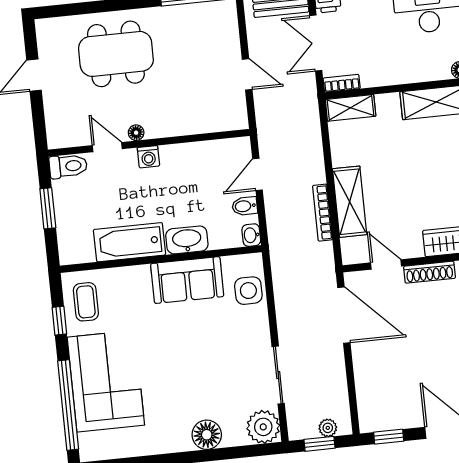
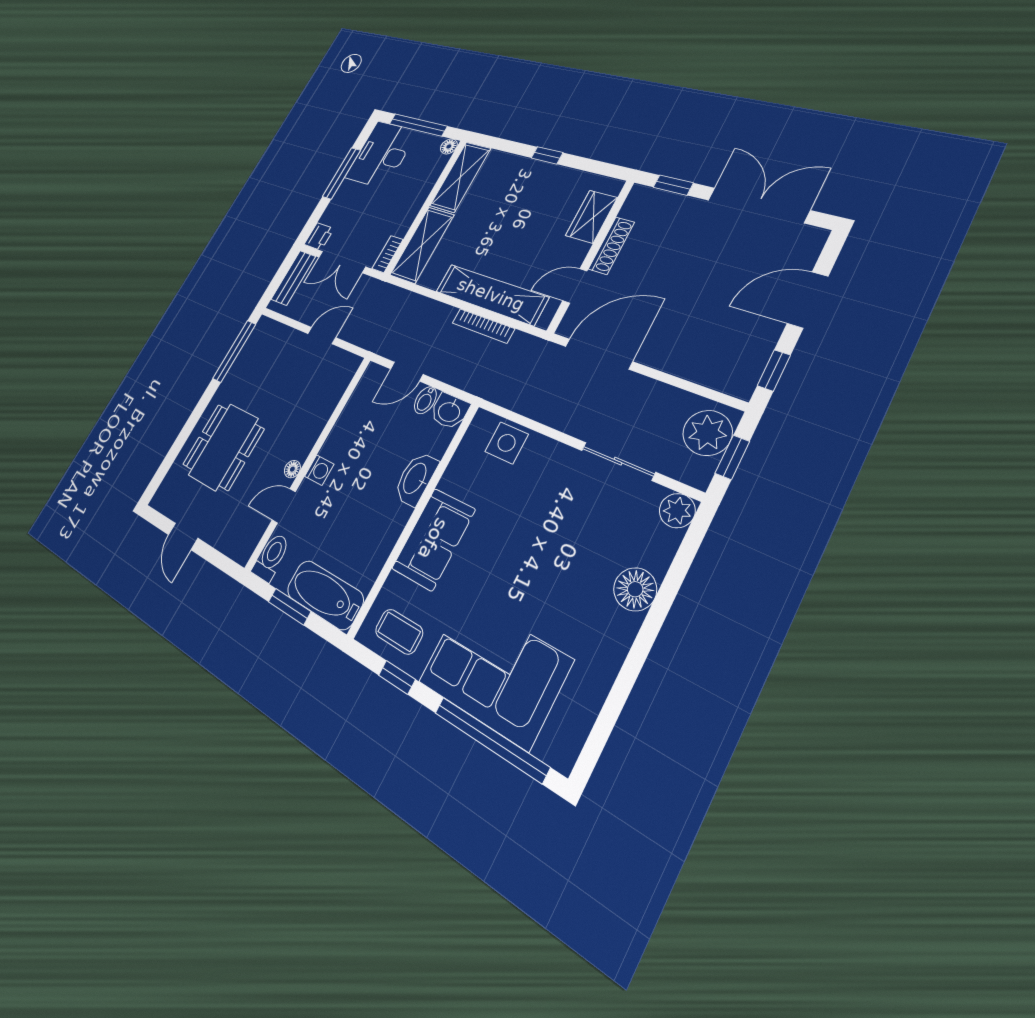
shelving: (351, 108) -> (422, 245), width x1.50, depth x1.33
door: (257, 174) -> (407, 372), hinge flipped
shelving: (350, 202) -> (491, 294), width x1.47
washbasin: (251, 235) -> (449, 411), width x1.38, depth x1.45
bathtub: (130, 242) -> (325, 595), moved, turned 90
sofa: (187, 280) -> (433, 539), moved
plant: (263, 427) -> (677, 511), width x0.73, depth x0.73
plant: (328, 428) -> (707, 433), width x1.88, depth x1.88

